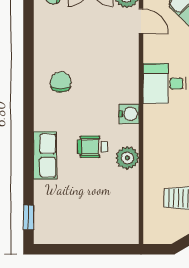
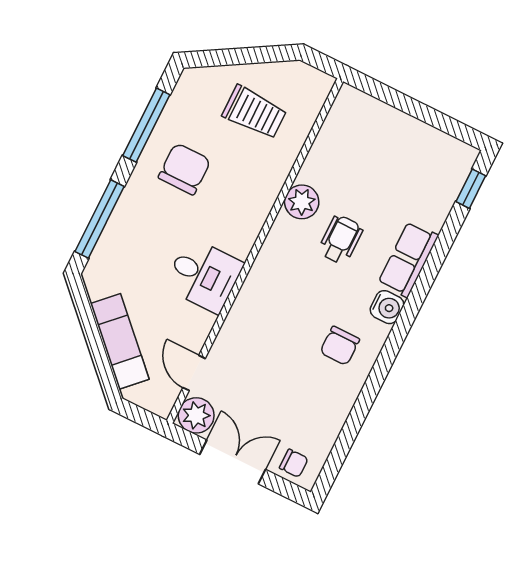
water cooler: (129, 114) -> (387, 307), moved, turned 180
wheelchair: (92, 147) -> (341, 240), turned -90

